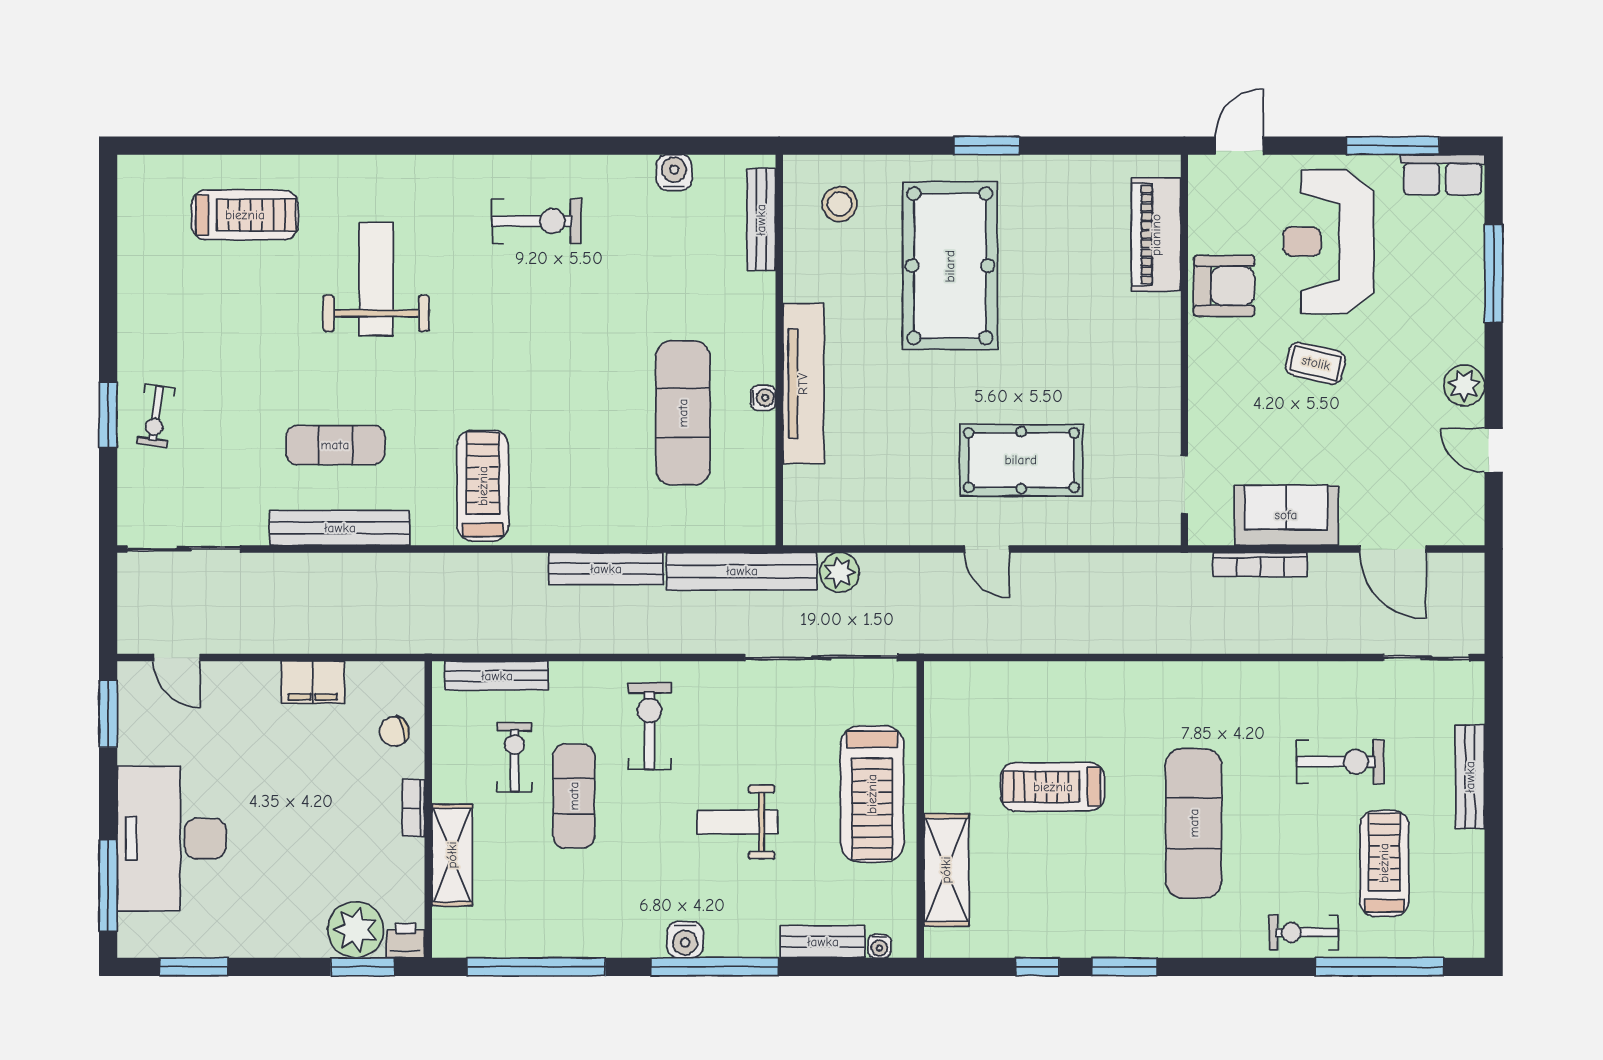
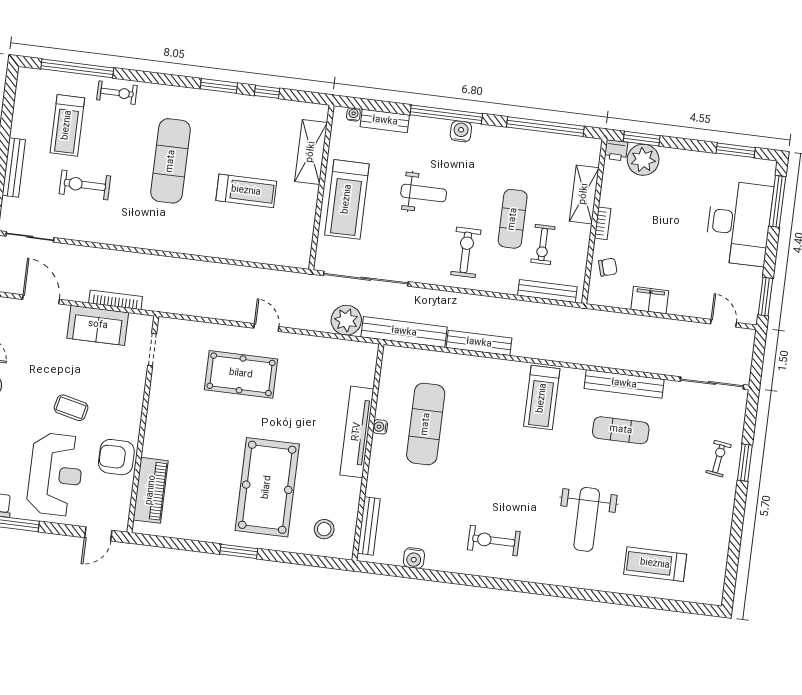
plant: (839, 572) -> (346, 320), width x1.36, depth x1.36
exercise bike: (649, 726) -> (466, 252), turned 180
treadmill: (872, 794) -> (347, 199), turned 180

